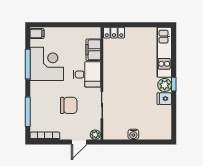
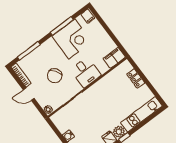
locker: (114, 33) -> (136, 78), moved
filing cabinet: (93, 50) -> (114, 58), moved
chair: (69, 105) -> (55, 76), turned 54
door: (79, 142) -> (29, 94), moved

